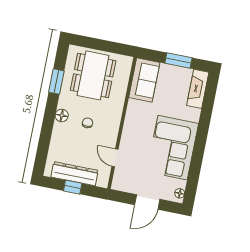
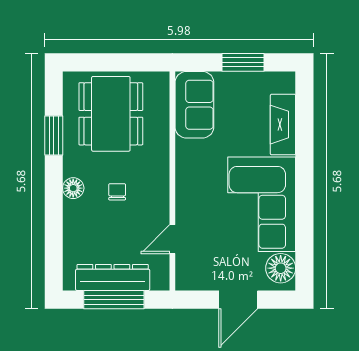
fireplace: (198, 89) -> (283, 125), moved
door: (115, 158) -> (172, 239), hinge flipped
window: (73, 187) -> (114, 300), width x2.17
floor lamp: (180, 193) -> (281, 268), width x1.89, depth x1.89

